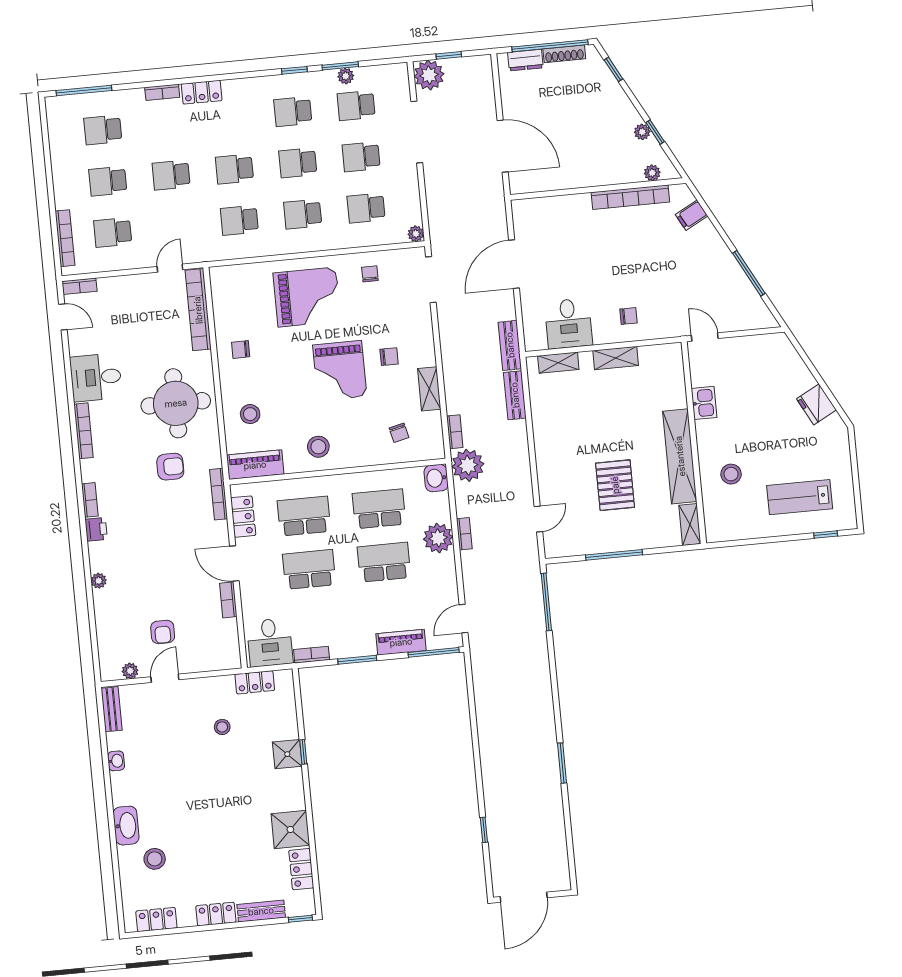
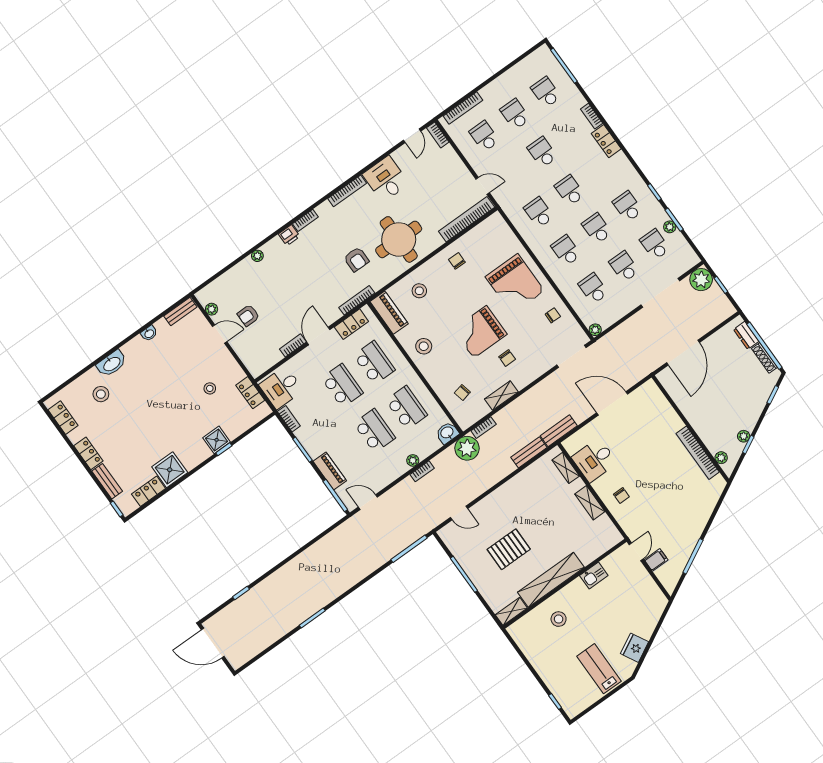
filing cabinet: (692, 215) -> (656, 560), moved, turned 118
lab bench: (800, 497) -> (599, 669), moved
plant: (438, 538) -> (413, 460), width x0.53, depth x0.53

